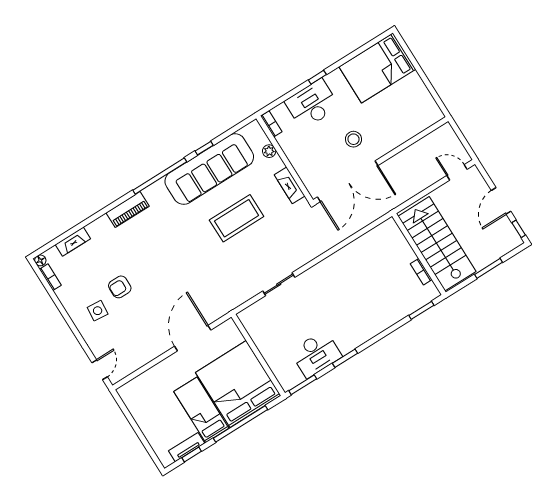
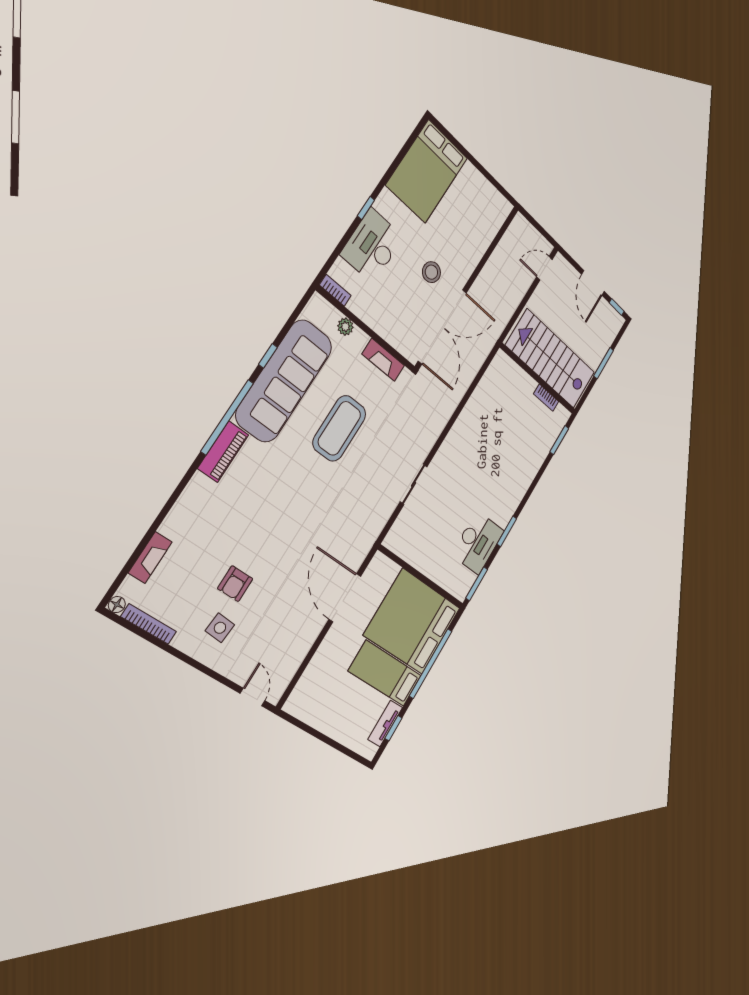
piano: (128, 209) -> (223, 452), moved
bookcase: (50, 277) -> (149, 624), width x1.56

